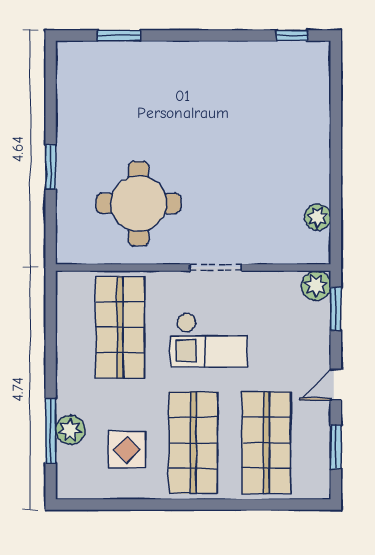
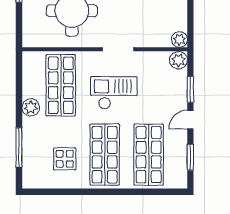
plant: (318, 217) -> (179, 40), moved
window: (336, 309) -> (190, 90), moved
checkout: (209, 340) -> (114, 93), turned 180
plant: (70, 430) -> (31, 107), moved

